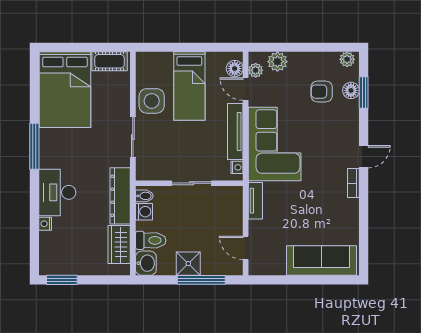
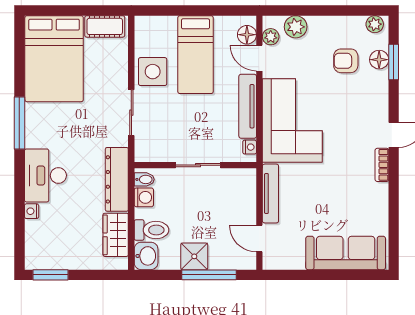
tv unit: (255, 201) -> (270, 194), width x1.41

